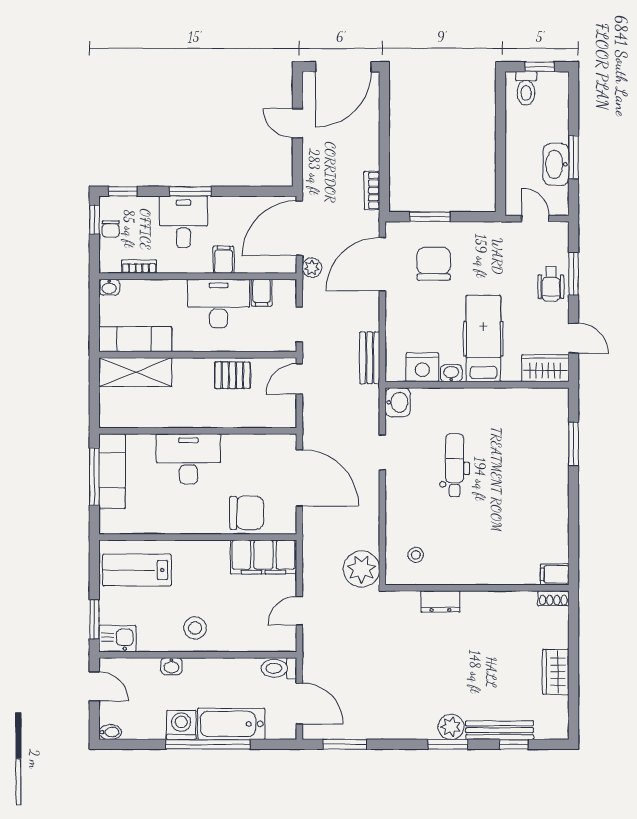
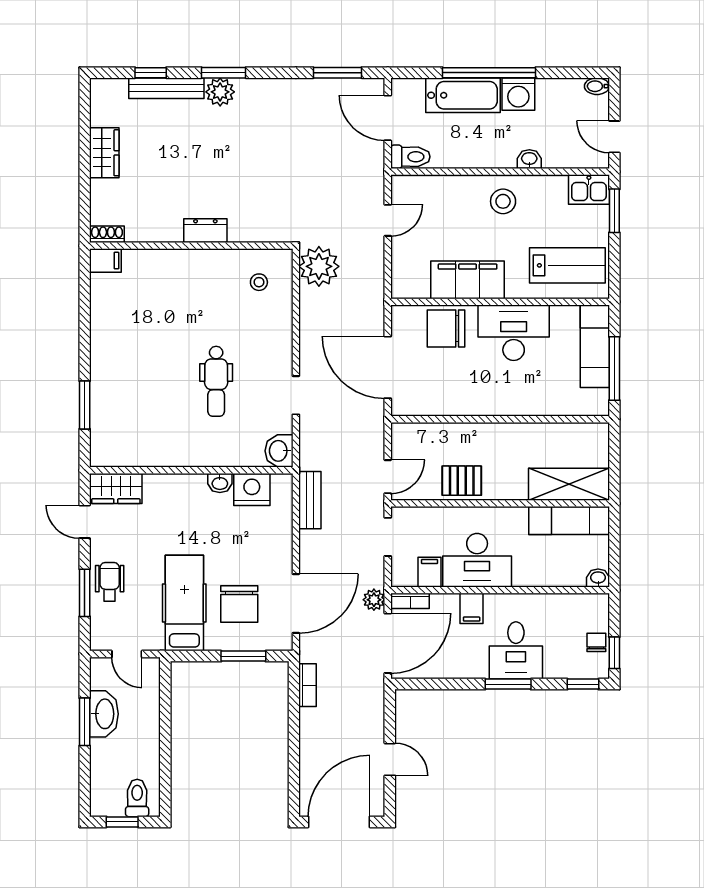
bookcase: (139, 267) -> (410, 601), moved
hospital bed: (483, 339) -> (184, 603), moved, turned 180
desk: (188, 459) -> (514, 333), moved, turned 180
exam couch: (112, 471) -> (595, 346), moved
filing cabinet: (263, 557) -> (468, 280), moved
dresser: (440, 602) -> (205, 231), moved

